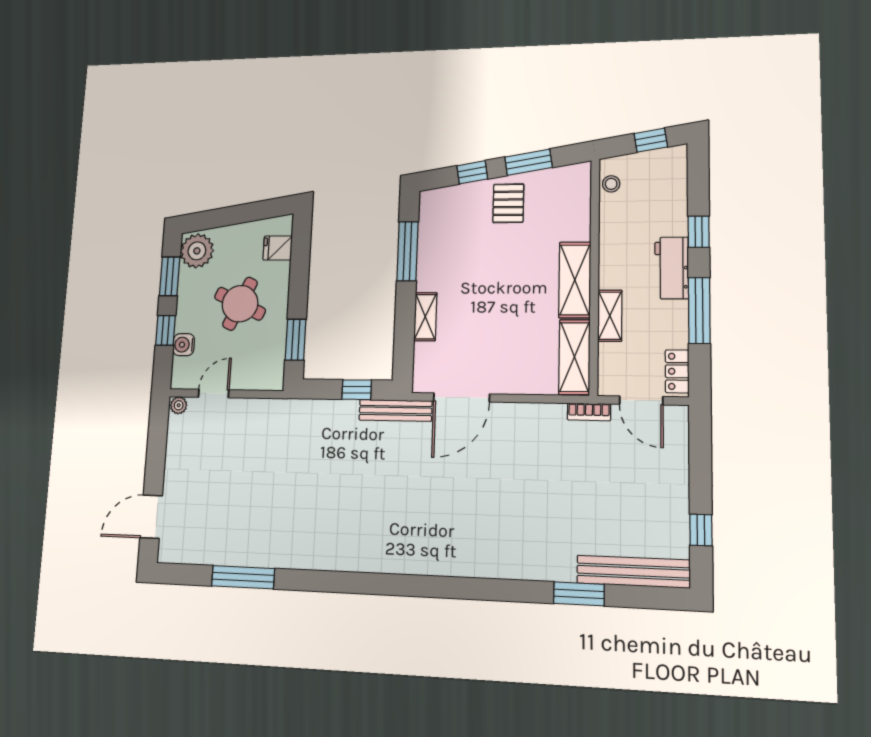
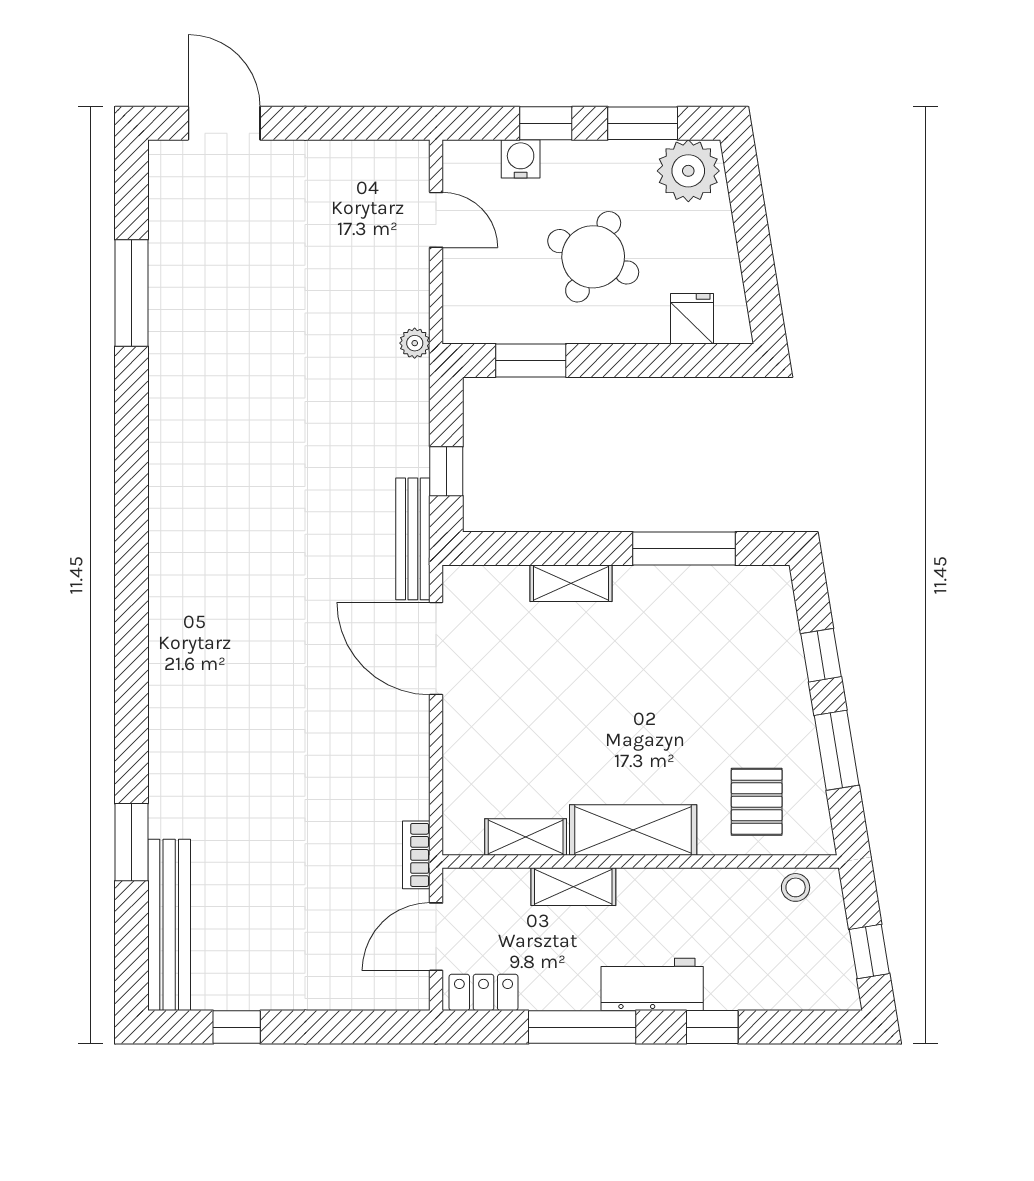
pallet: (508, 203) -> (757, 802), moved, turned 90
shelving: (574, 357) -> (526, 837), width x0.67, depth x0.75
plant: (179, 405) -> (415, 343), moved

